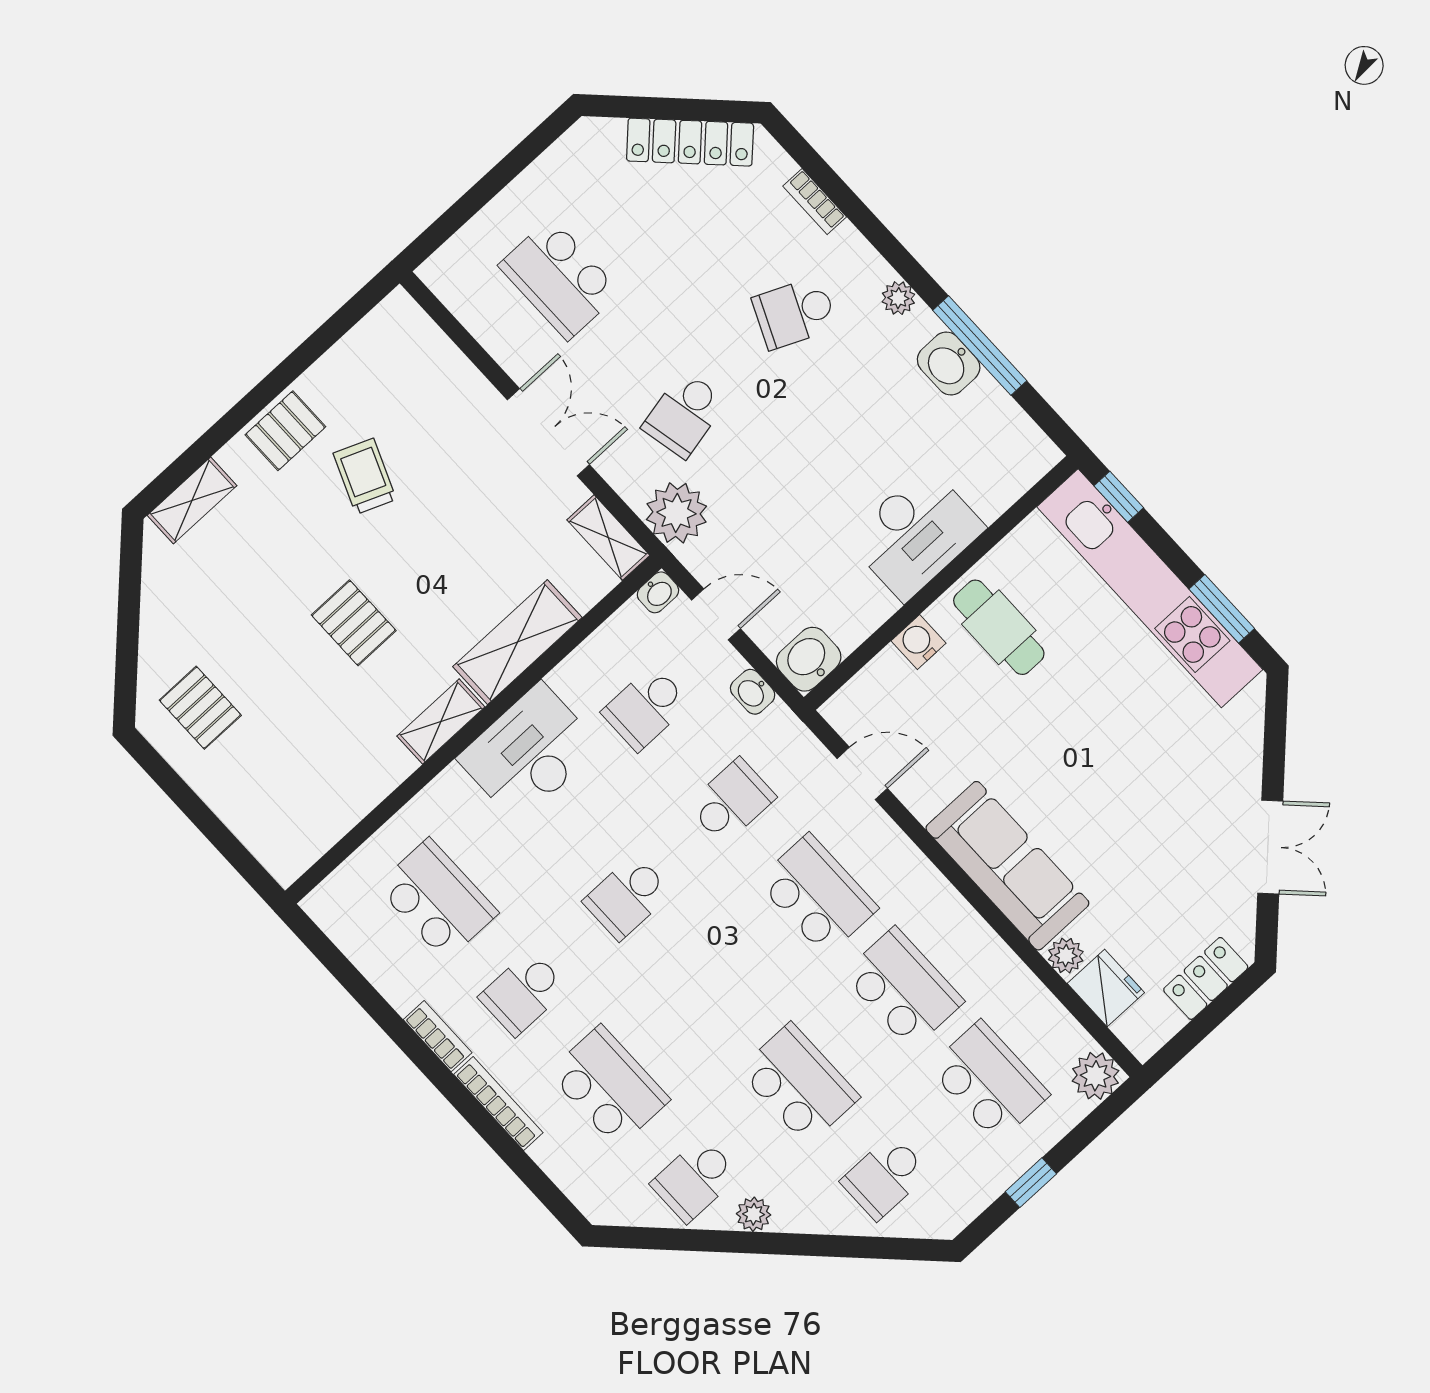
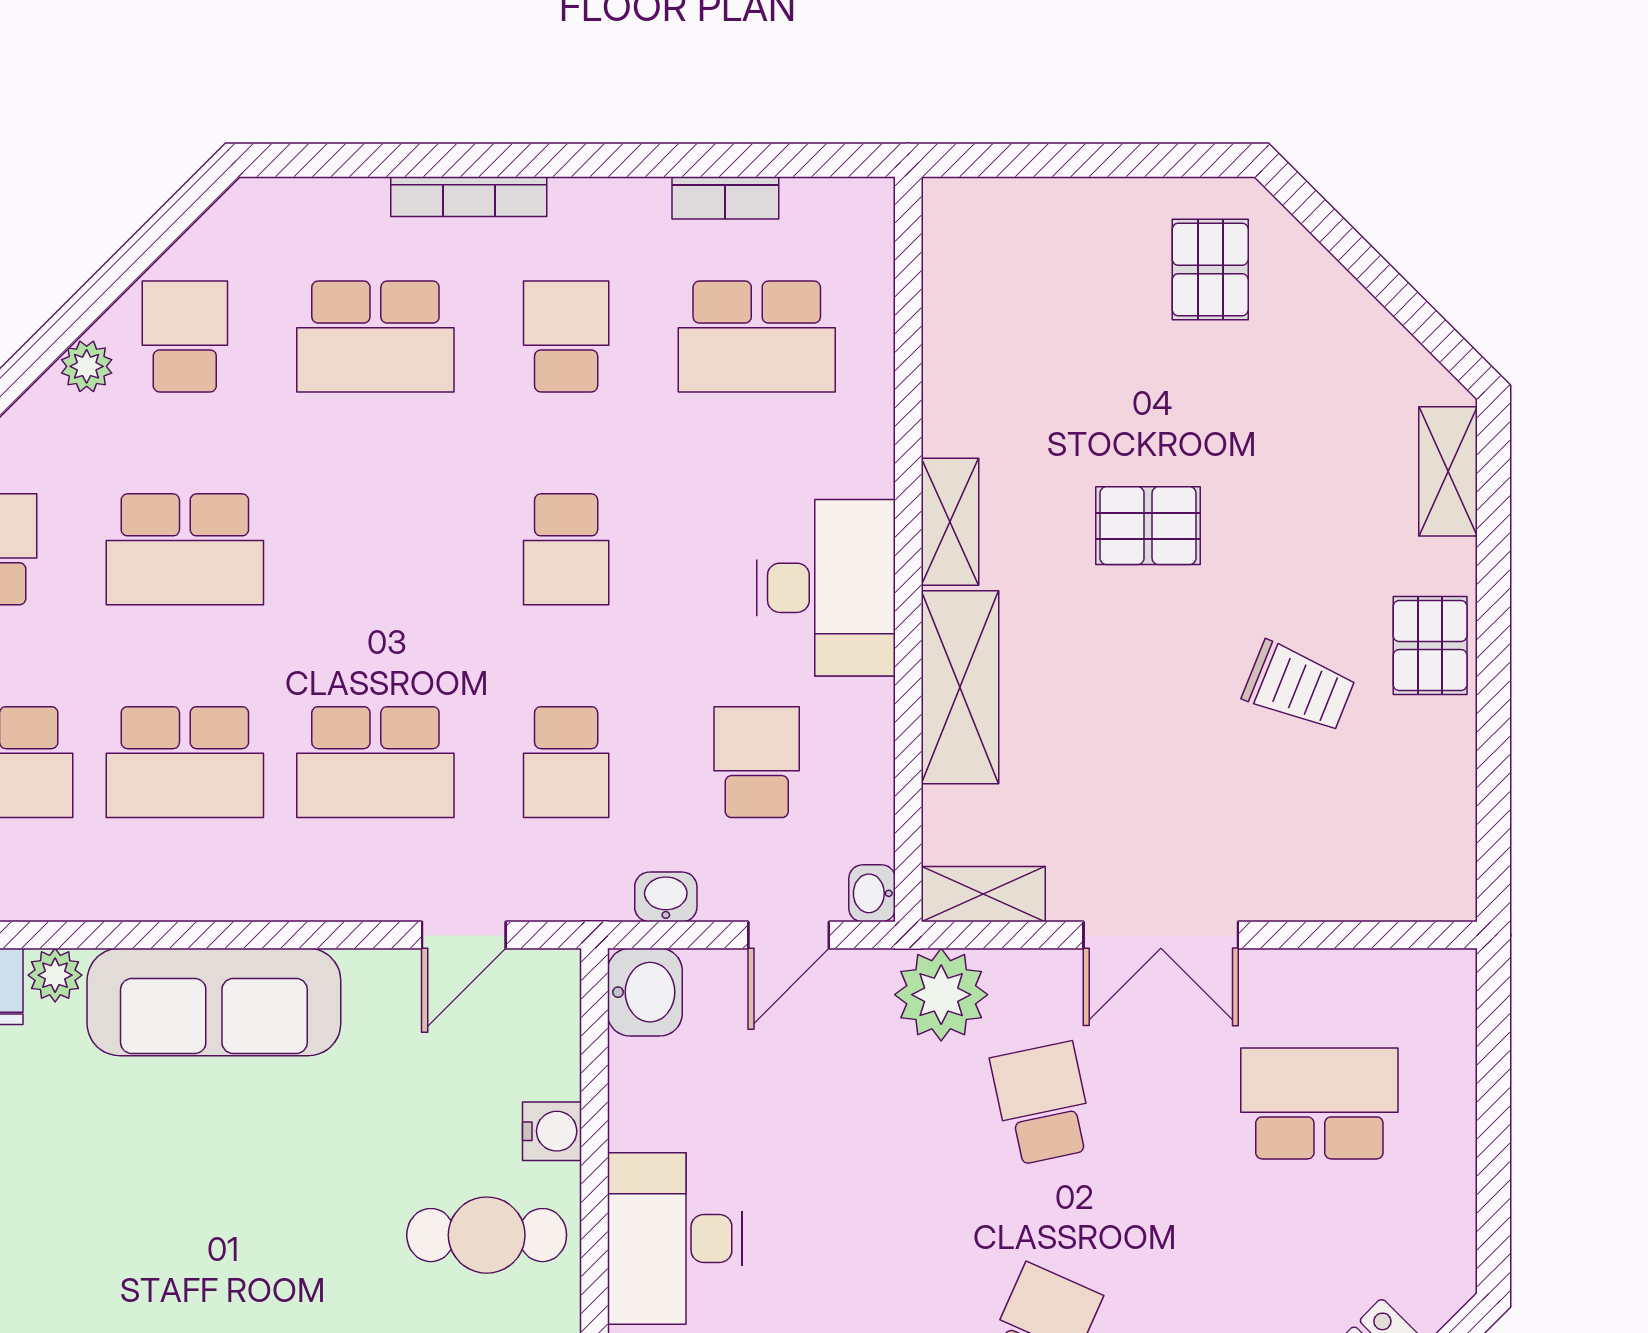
pallet: (200, 708) -> (1210, 270), turned 90
school desk: (627, 897) -> (566, 549), turned 180
bookcase: (438, 1036) -> (725, 198), moved

